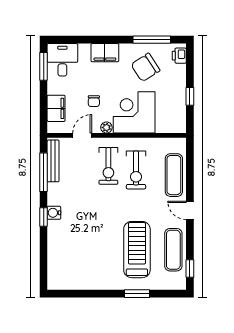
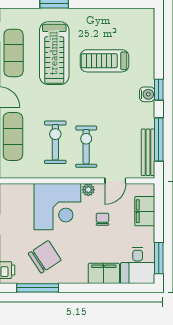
filing cabinet: (105, 53) -> (104, 273), moved
treadmill: (92, 243) -> (104, 61), added

